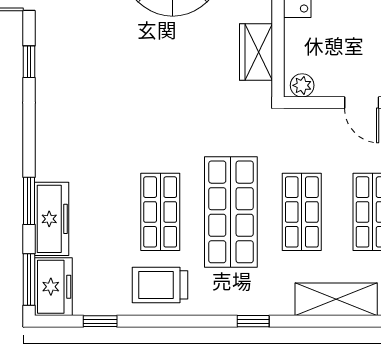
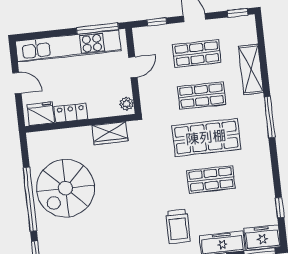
trolley: (160, 285) -> (178, 227), moved
window: (253, 321) -> (269, 117), width x2.17

